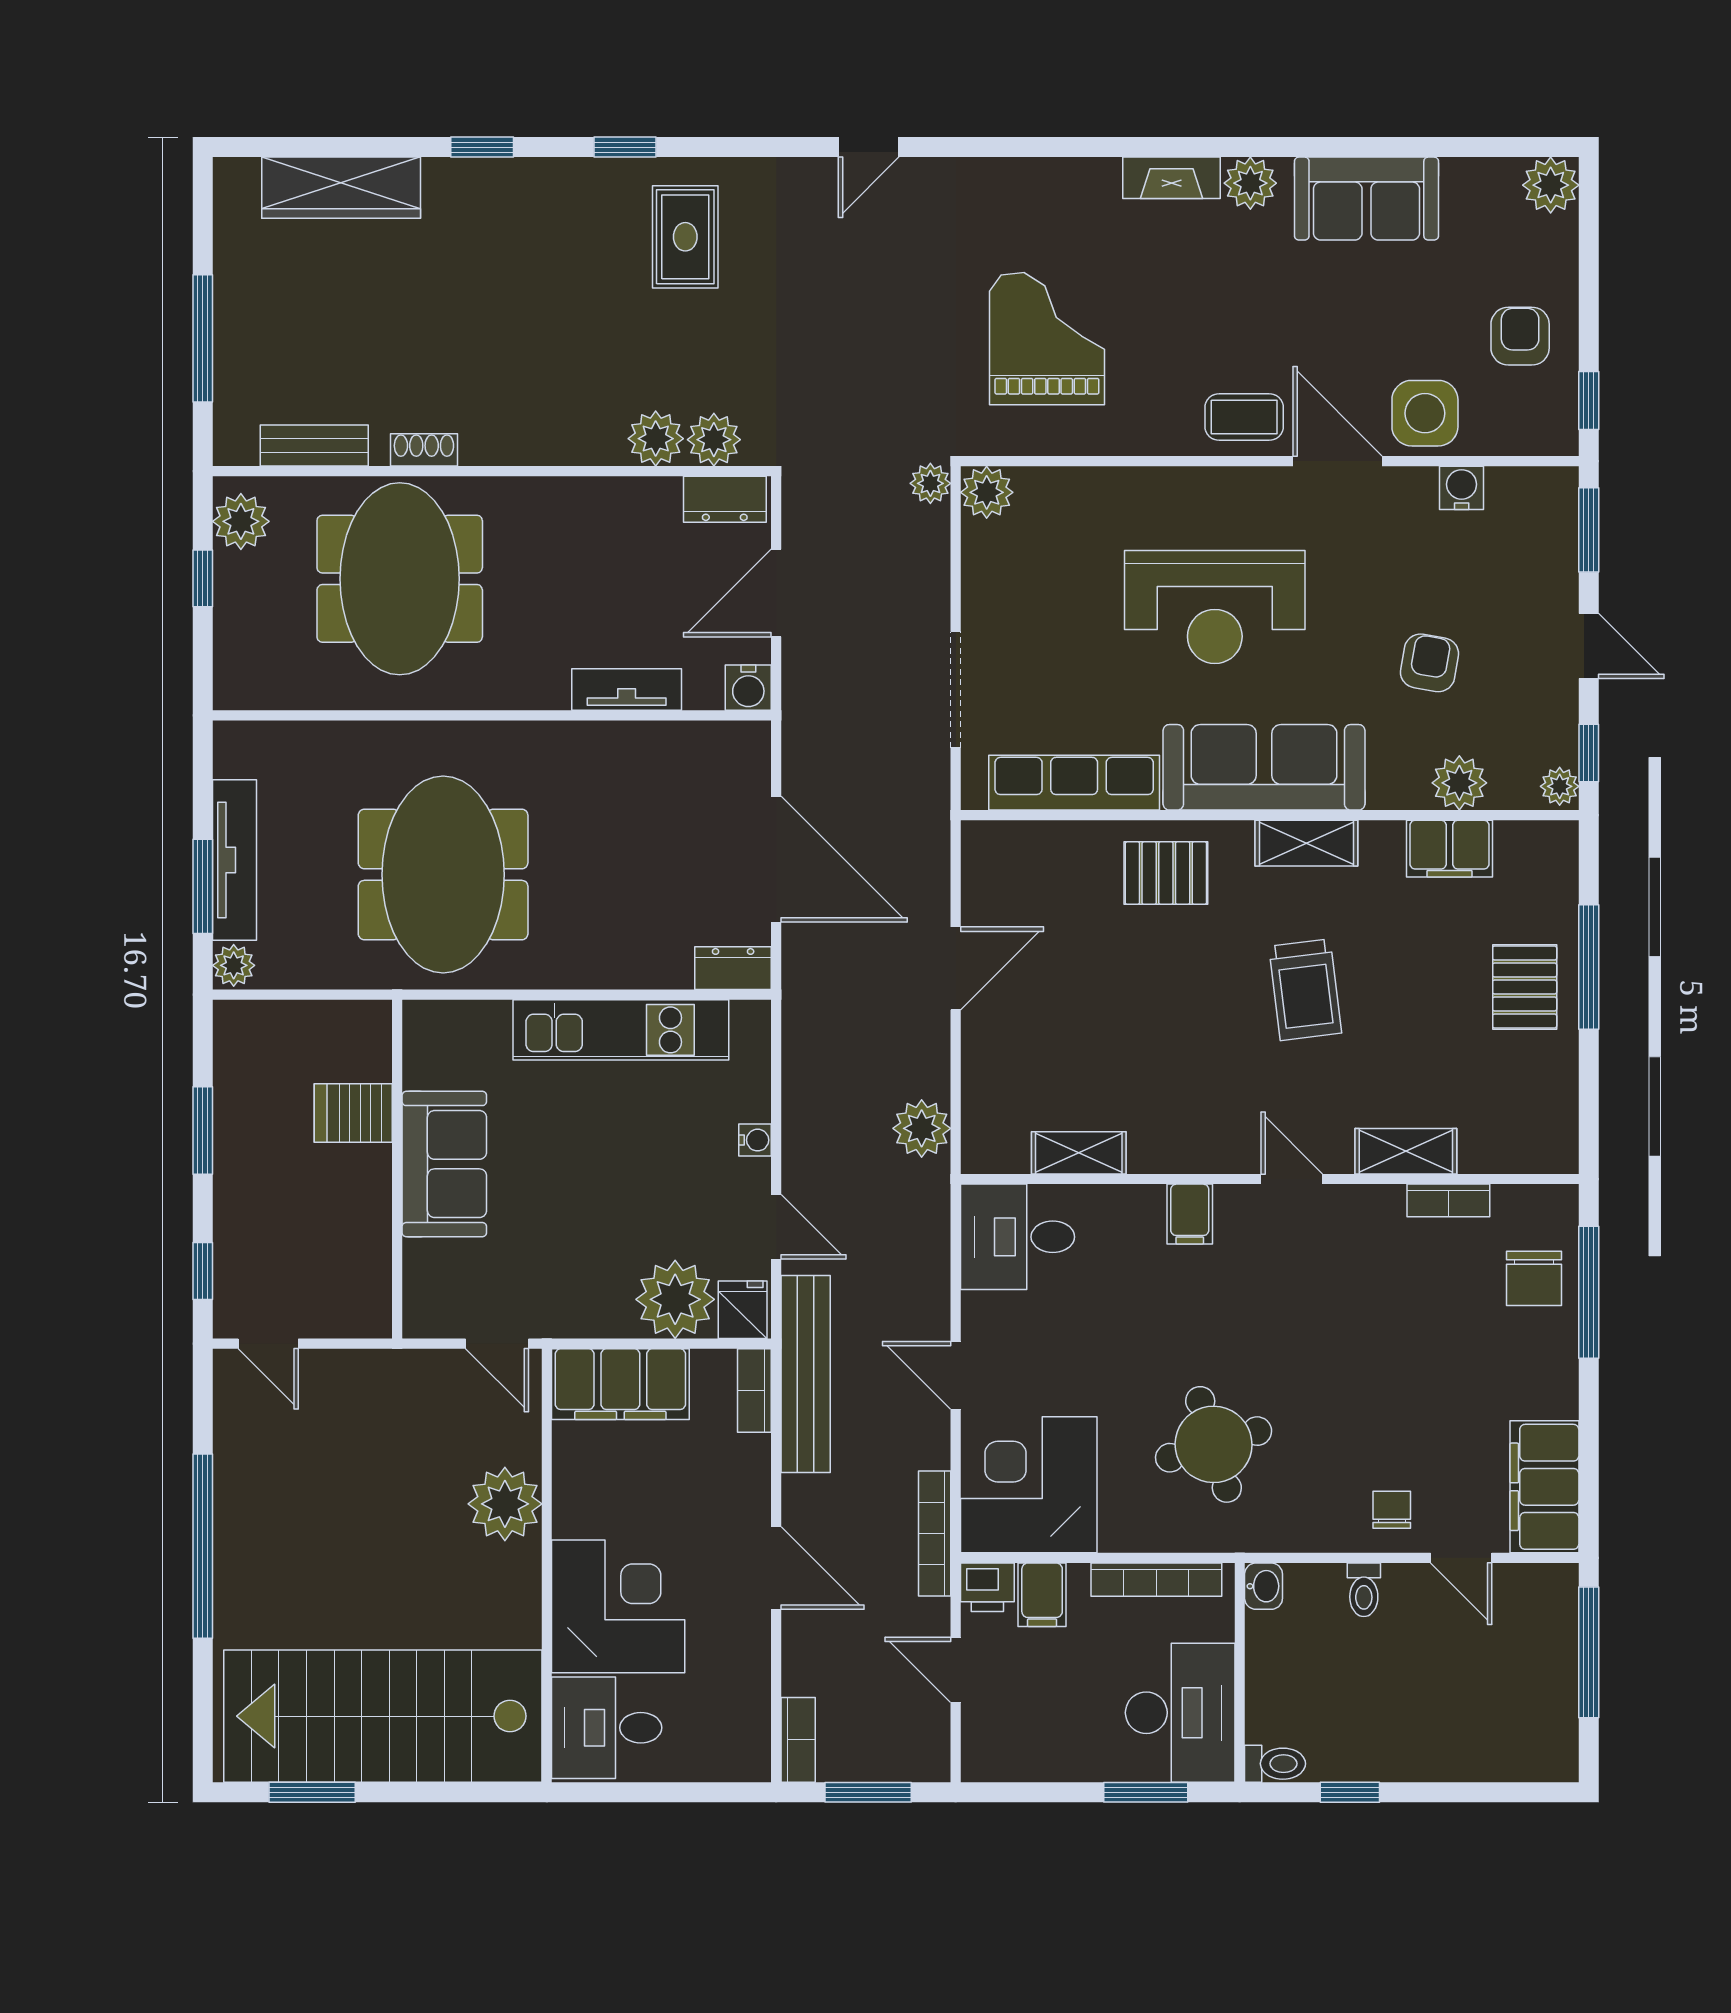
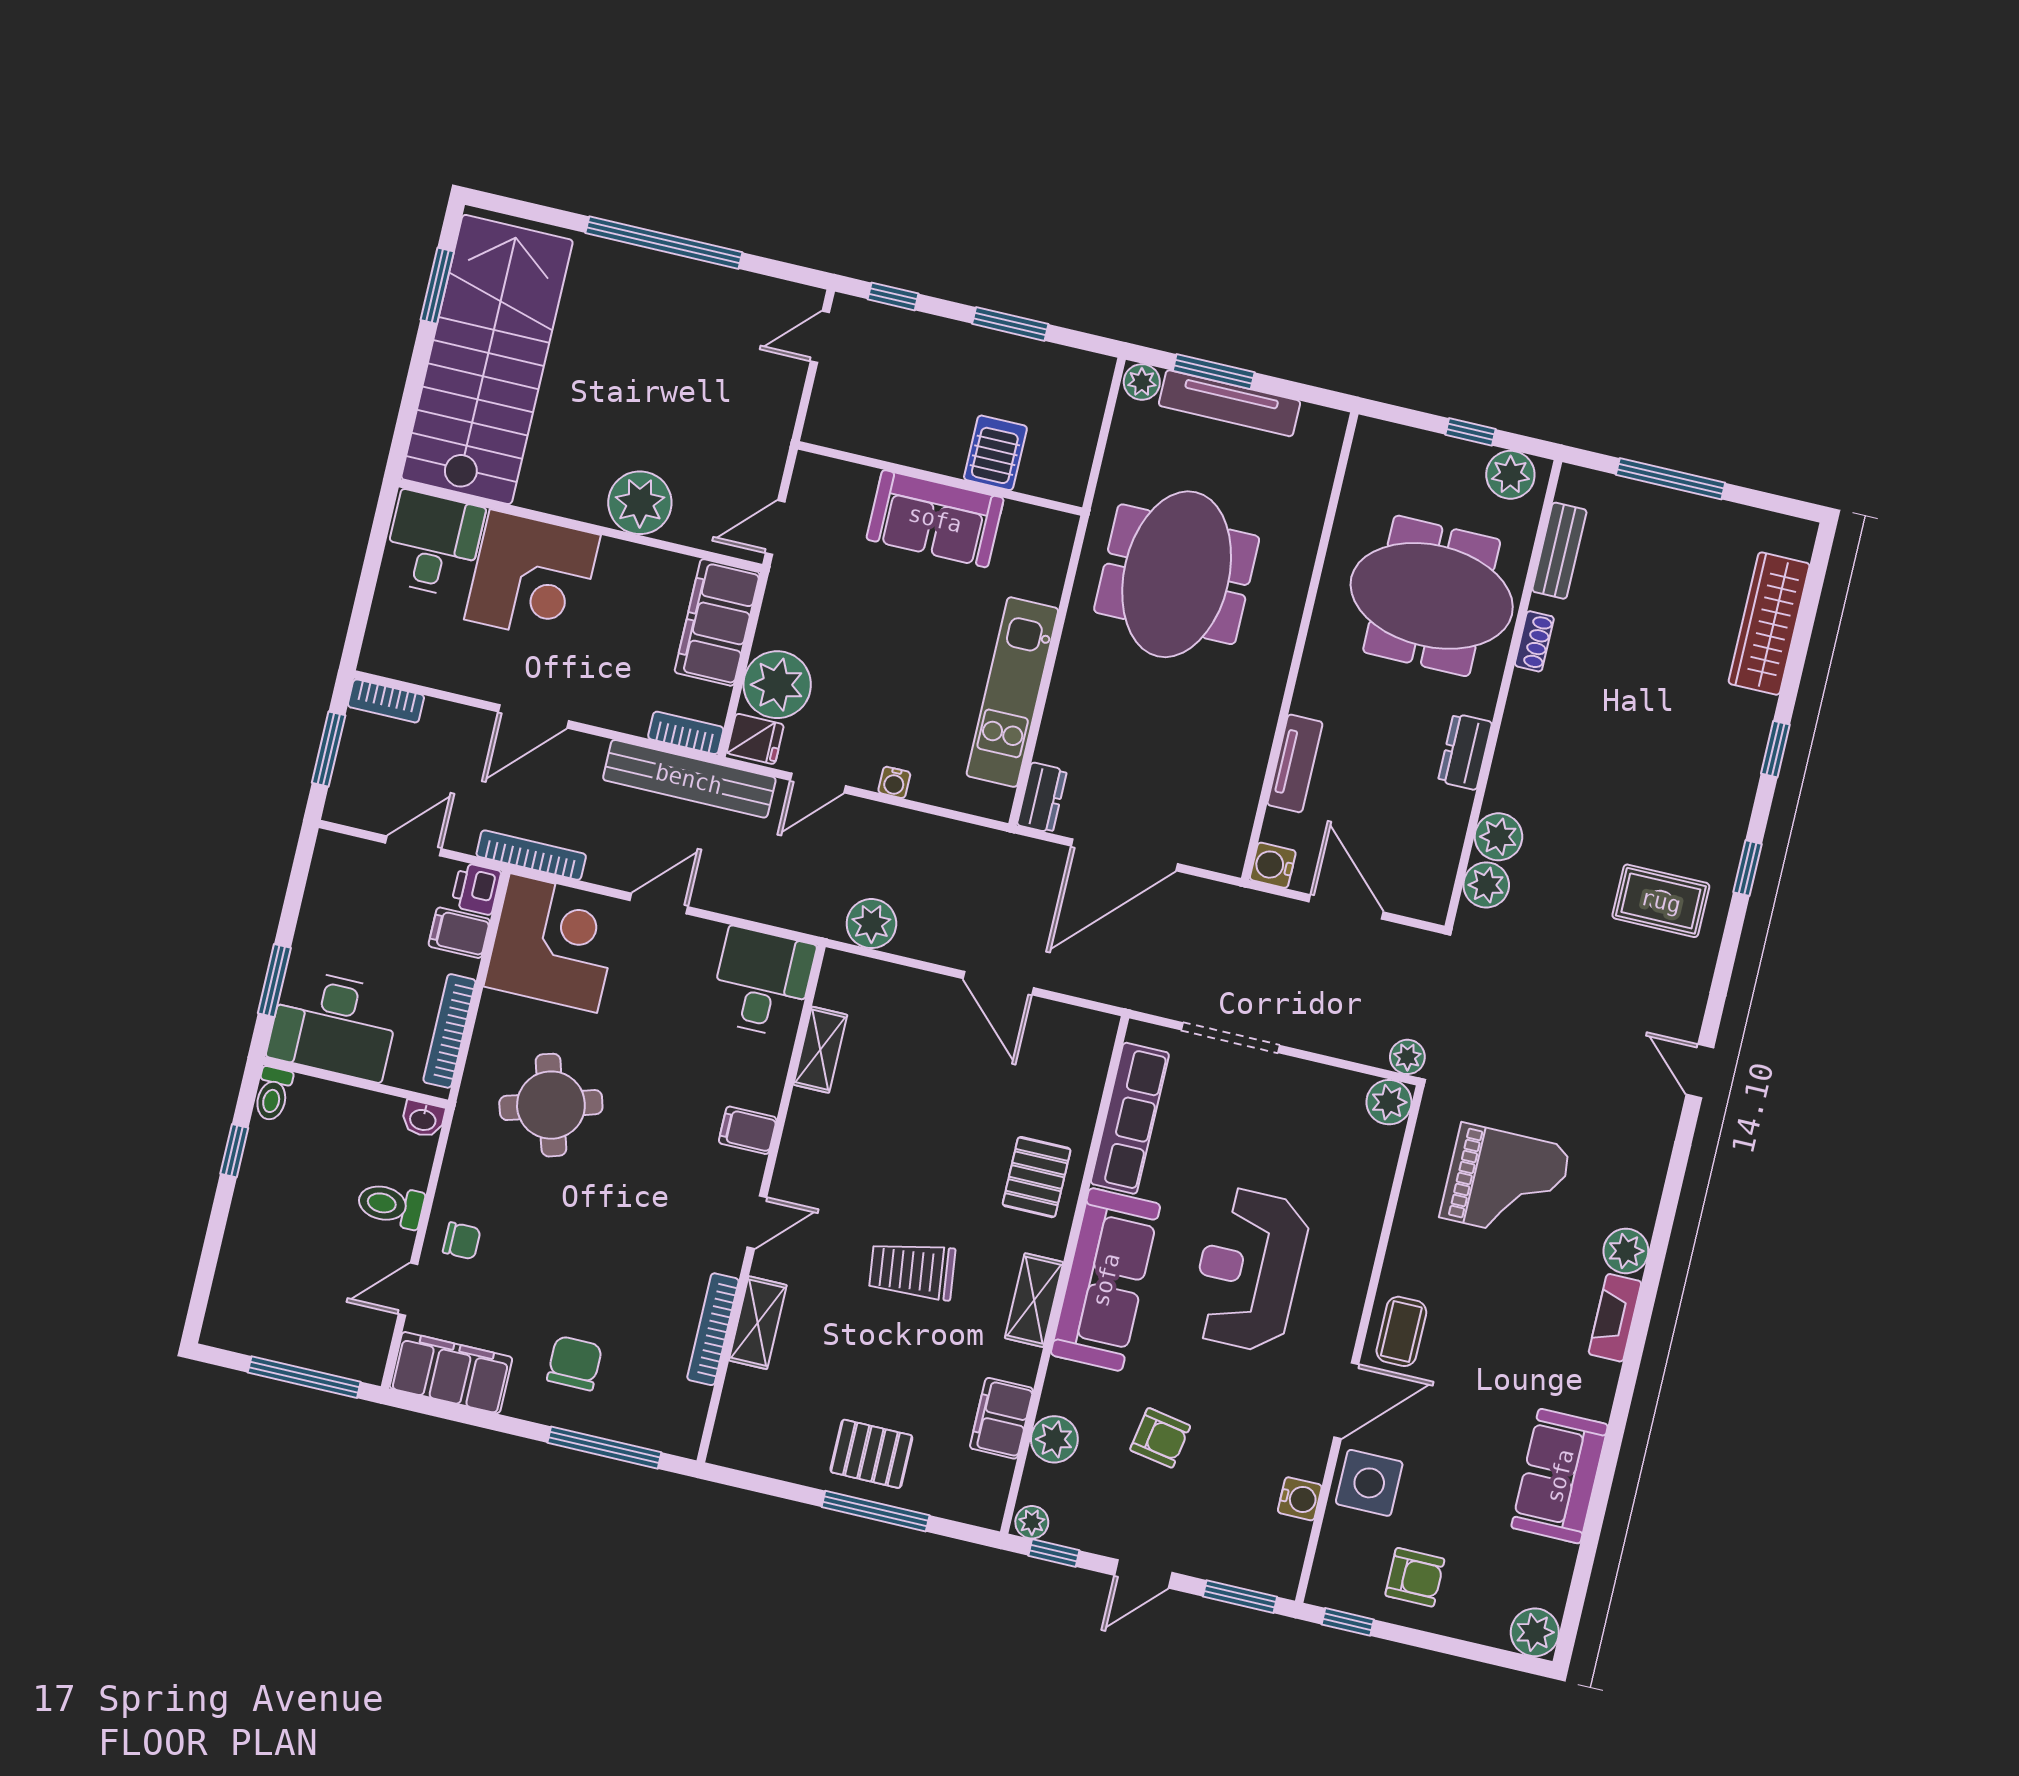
plant: (1250, 183) -> (1626, 1251), moved
dresser: (725, 499) -> (1465, 752), moved
meeting table: (443, 875) -> (1177, 574), turned 90
bookcase: (1448, 1200) -> (713, 1329), width x1.56
chair: (1534, 1278) -> (575, 1363), moved, turned 90
toilet: (1364, 1590) -> (391, 1205), width x1.37, depth x1.39

